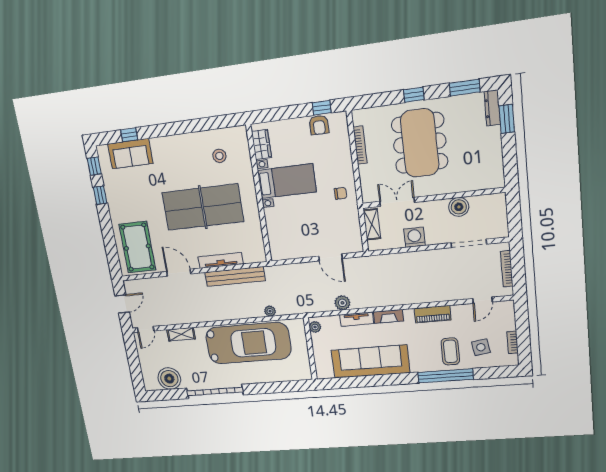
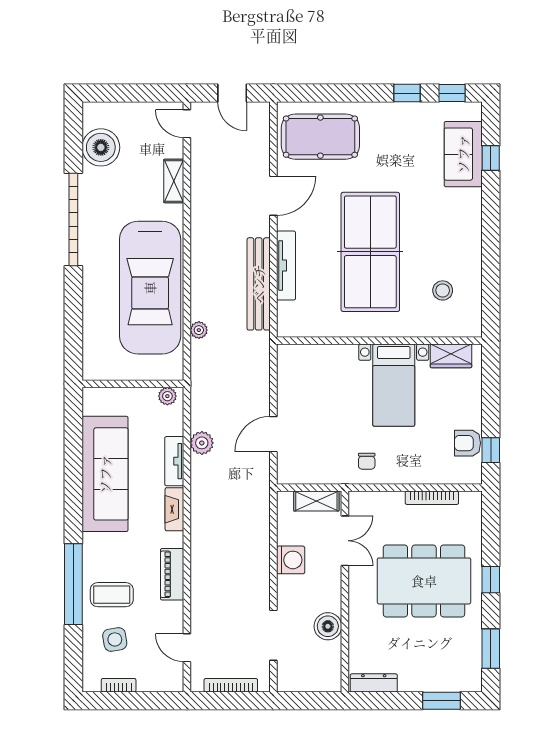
dresser: (492, 108) -> (374, 683), moved

